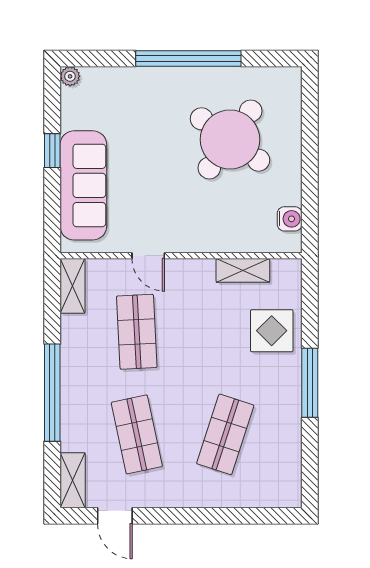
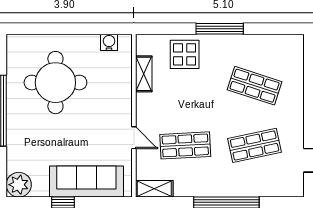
plant: (70, 76) -> (19, 185), width x1.88, depth x1.88
round table: (230, 139) -> (55, 83), turned -36
door: (148, 256) -> (134, 138), hinge flipped
shelving: (73, 480) -> (285, 189), removed

